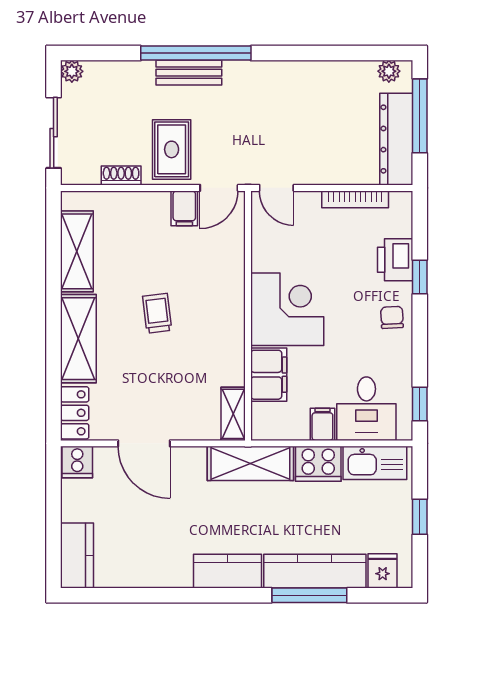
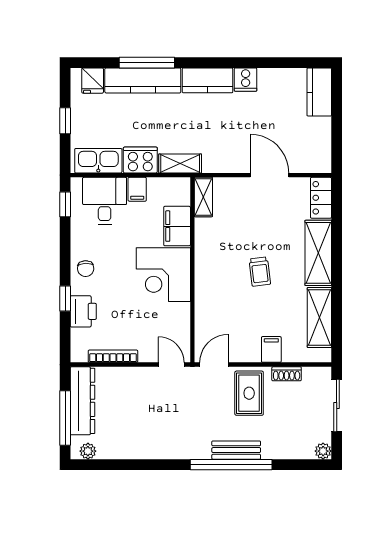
filing cabinet: (184, 208) -> (271, 349), moved
cooker: (77, 462) -> (246, 80), moved, turned 180
shelving: (250, 463) -> (180, 163), width x0.67, depth x0.75

